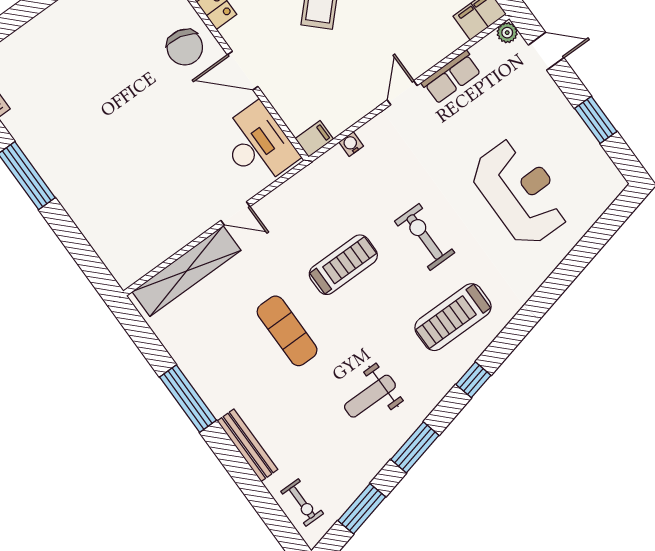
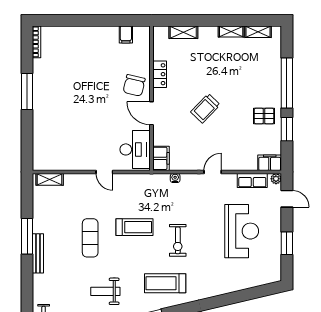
row of seats: (451, 77) -> (252, 180), moved
filing cabinet: (314, 139) -> (161, 158), width x2.00
reception desk: (520, 192) -> (242, 231), moved
exercise bike: (425, 237) -> (178, 240), turned 180
shelving: (186, 271) -> (50, 179), width x0.45, depth x0.75
bench: (247, 445) -> (38, 253), moved

